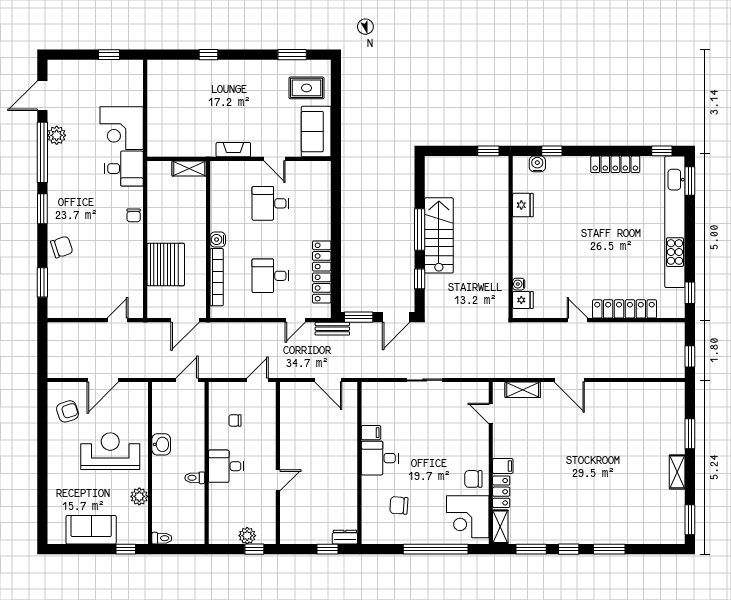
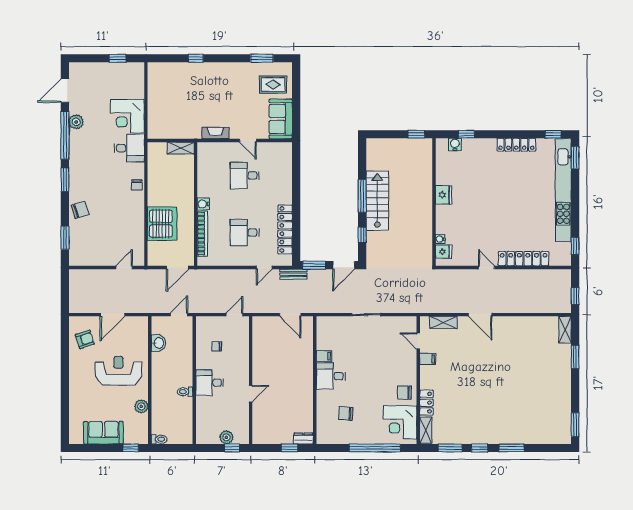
fridge: (523, 205) -> (444, 195), moved
washbasin: (161, 444) -> (159, 343), moved
filing cabinet: (503, 466) -> (428, 359), moved
shelving: (677, 472) -> (565, 330), moved

